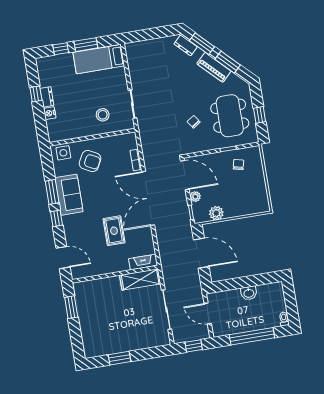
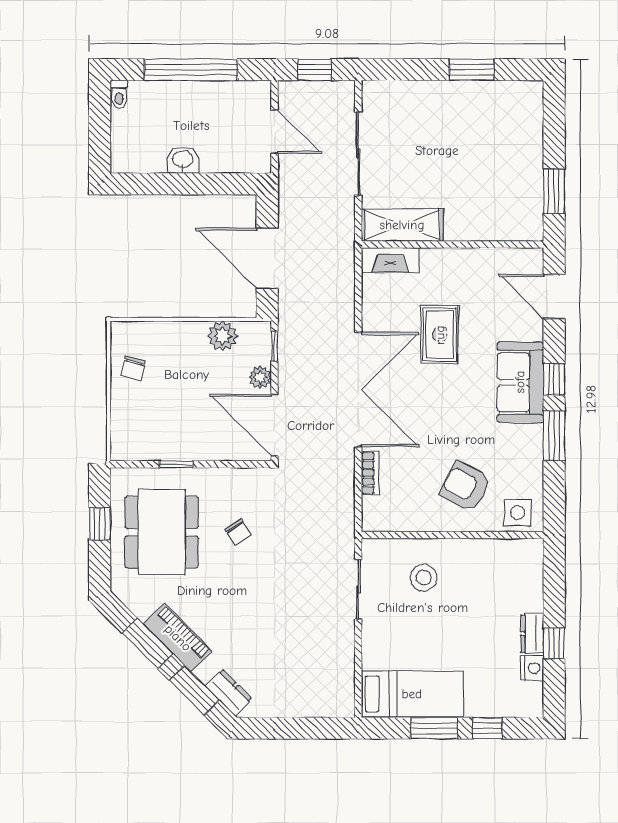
nightstand: (50, 113) -> (532, 668), moved
chair: (238, 165) -> (133, 368), moved
sofa: (69, 195) -> (520, 382), moved

